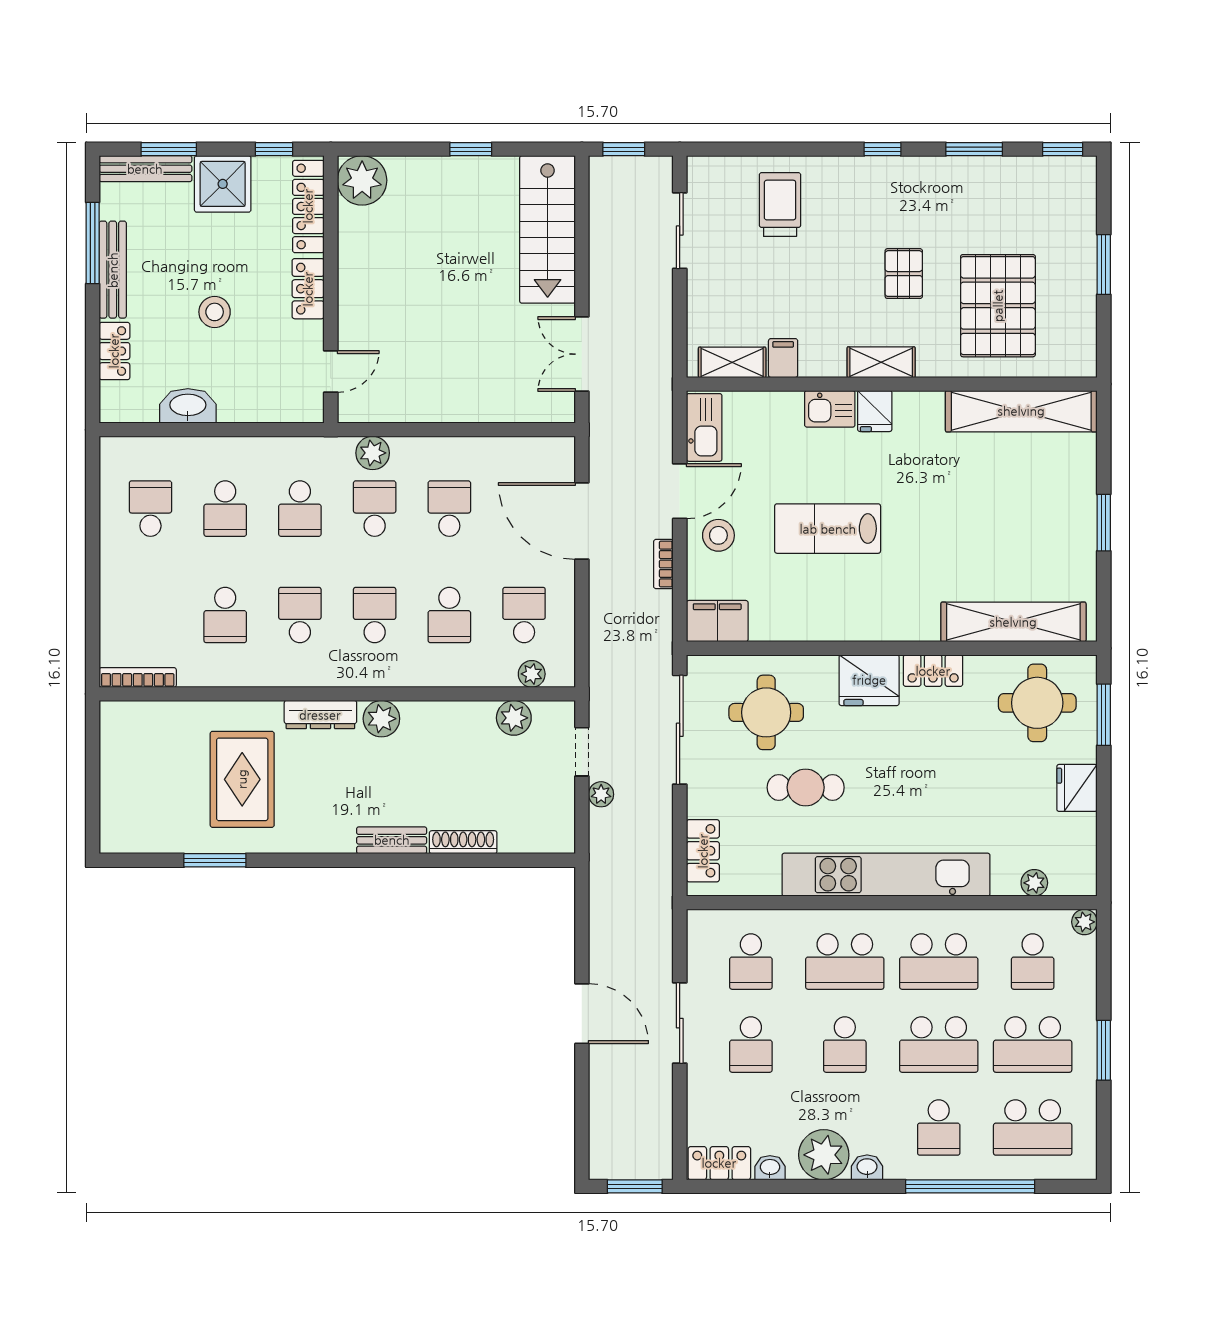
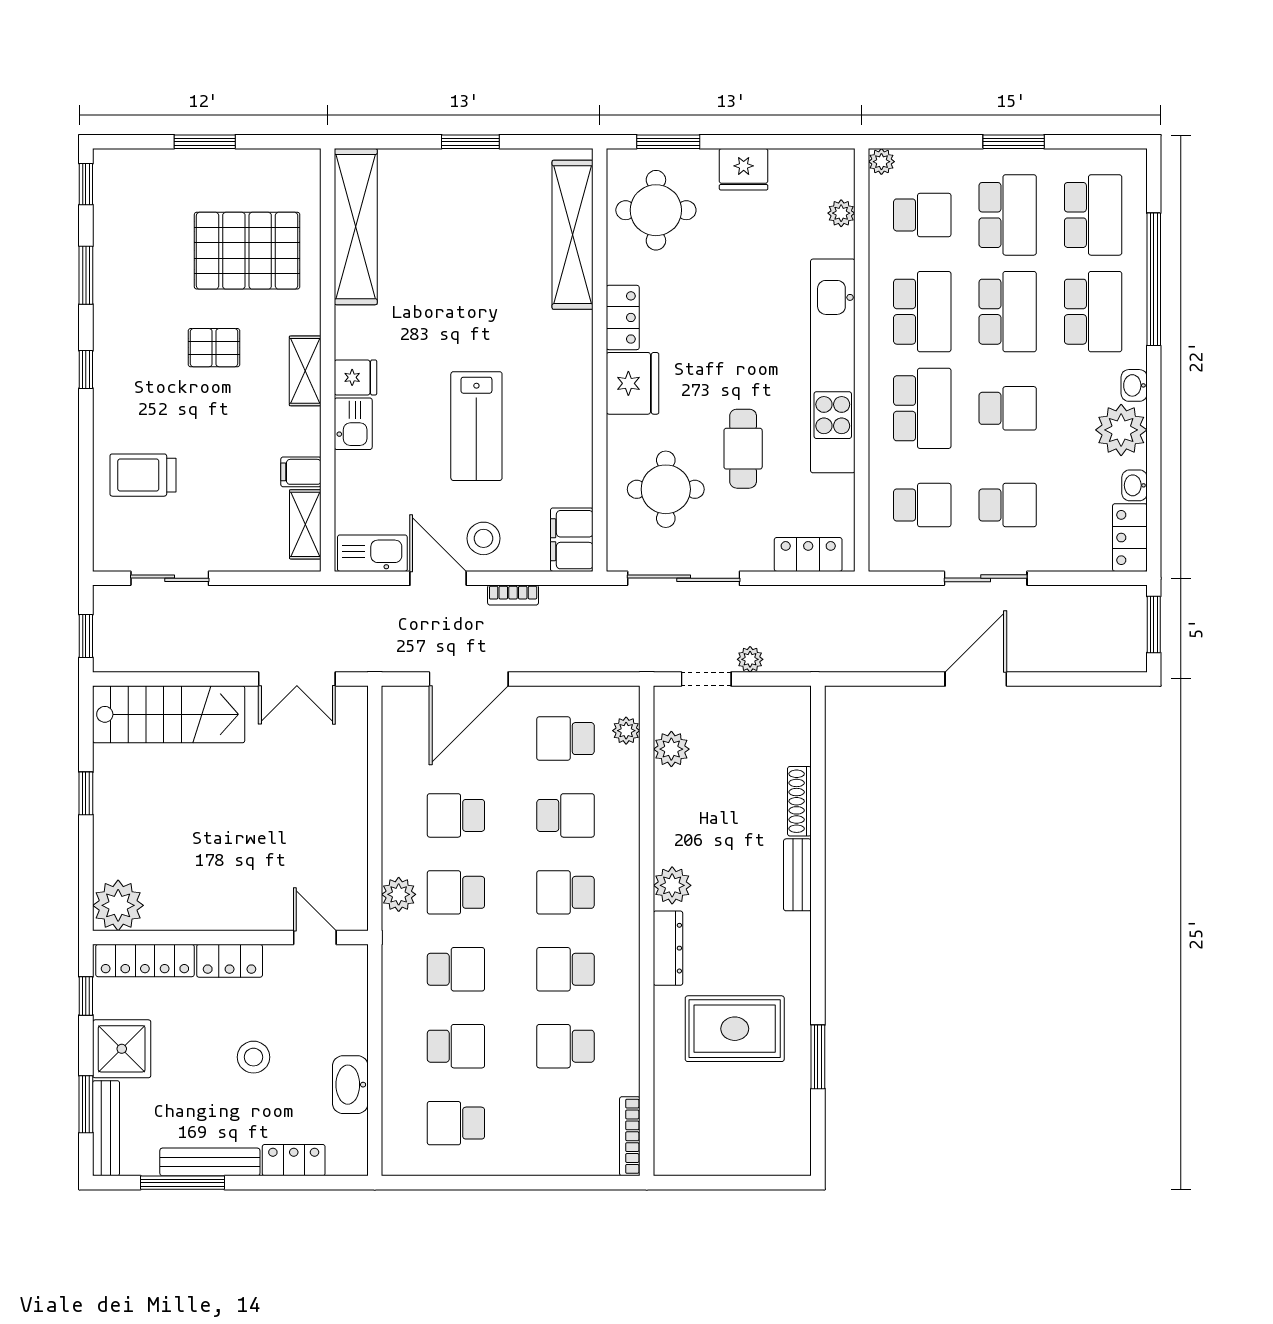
school desk: (225, 615) -> (566, 1046), turned 180
school desk: (939, 1128) -> (1093, 312), width x1.85

